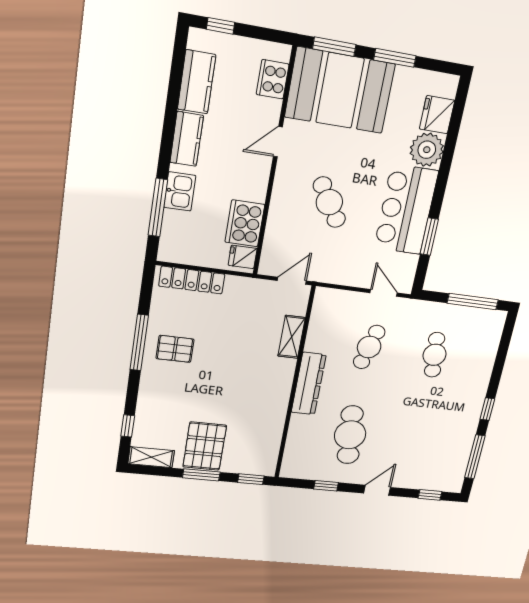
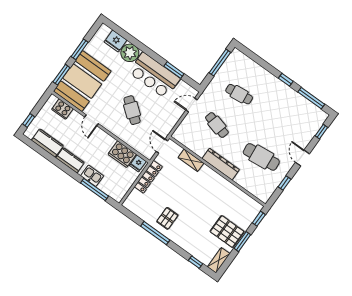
cafe table: (329, 202) -> (132, 110), turned 70
locker: (192, 280) -> (148, 177), moved

